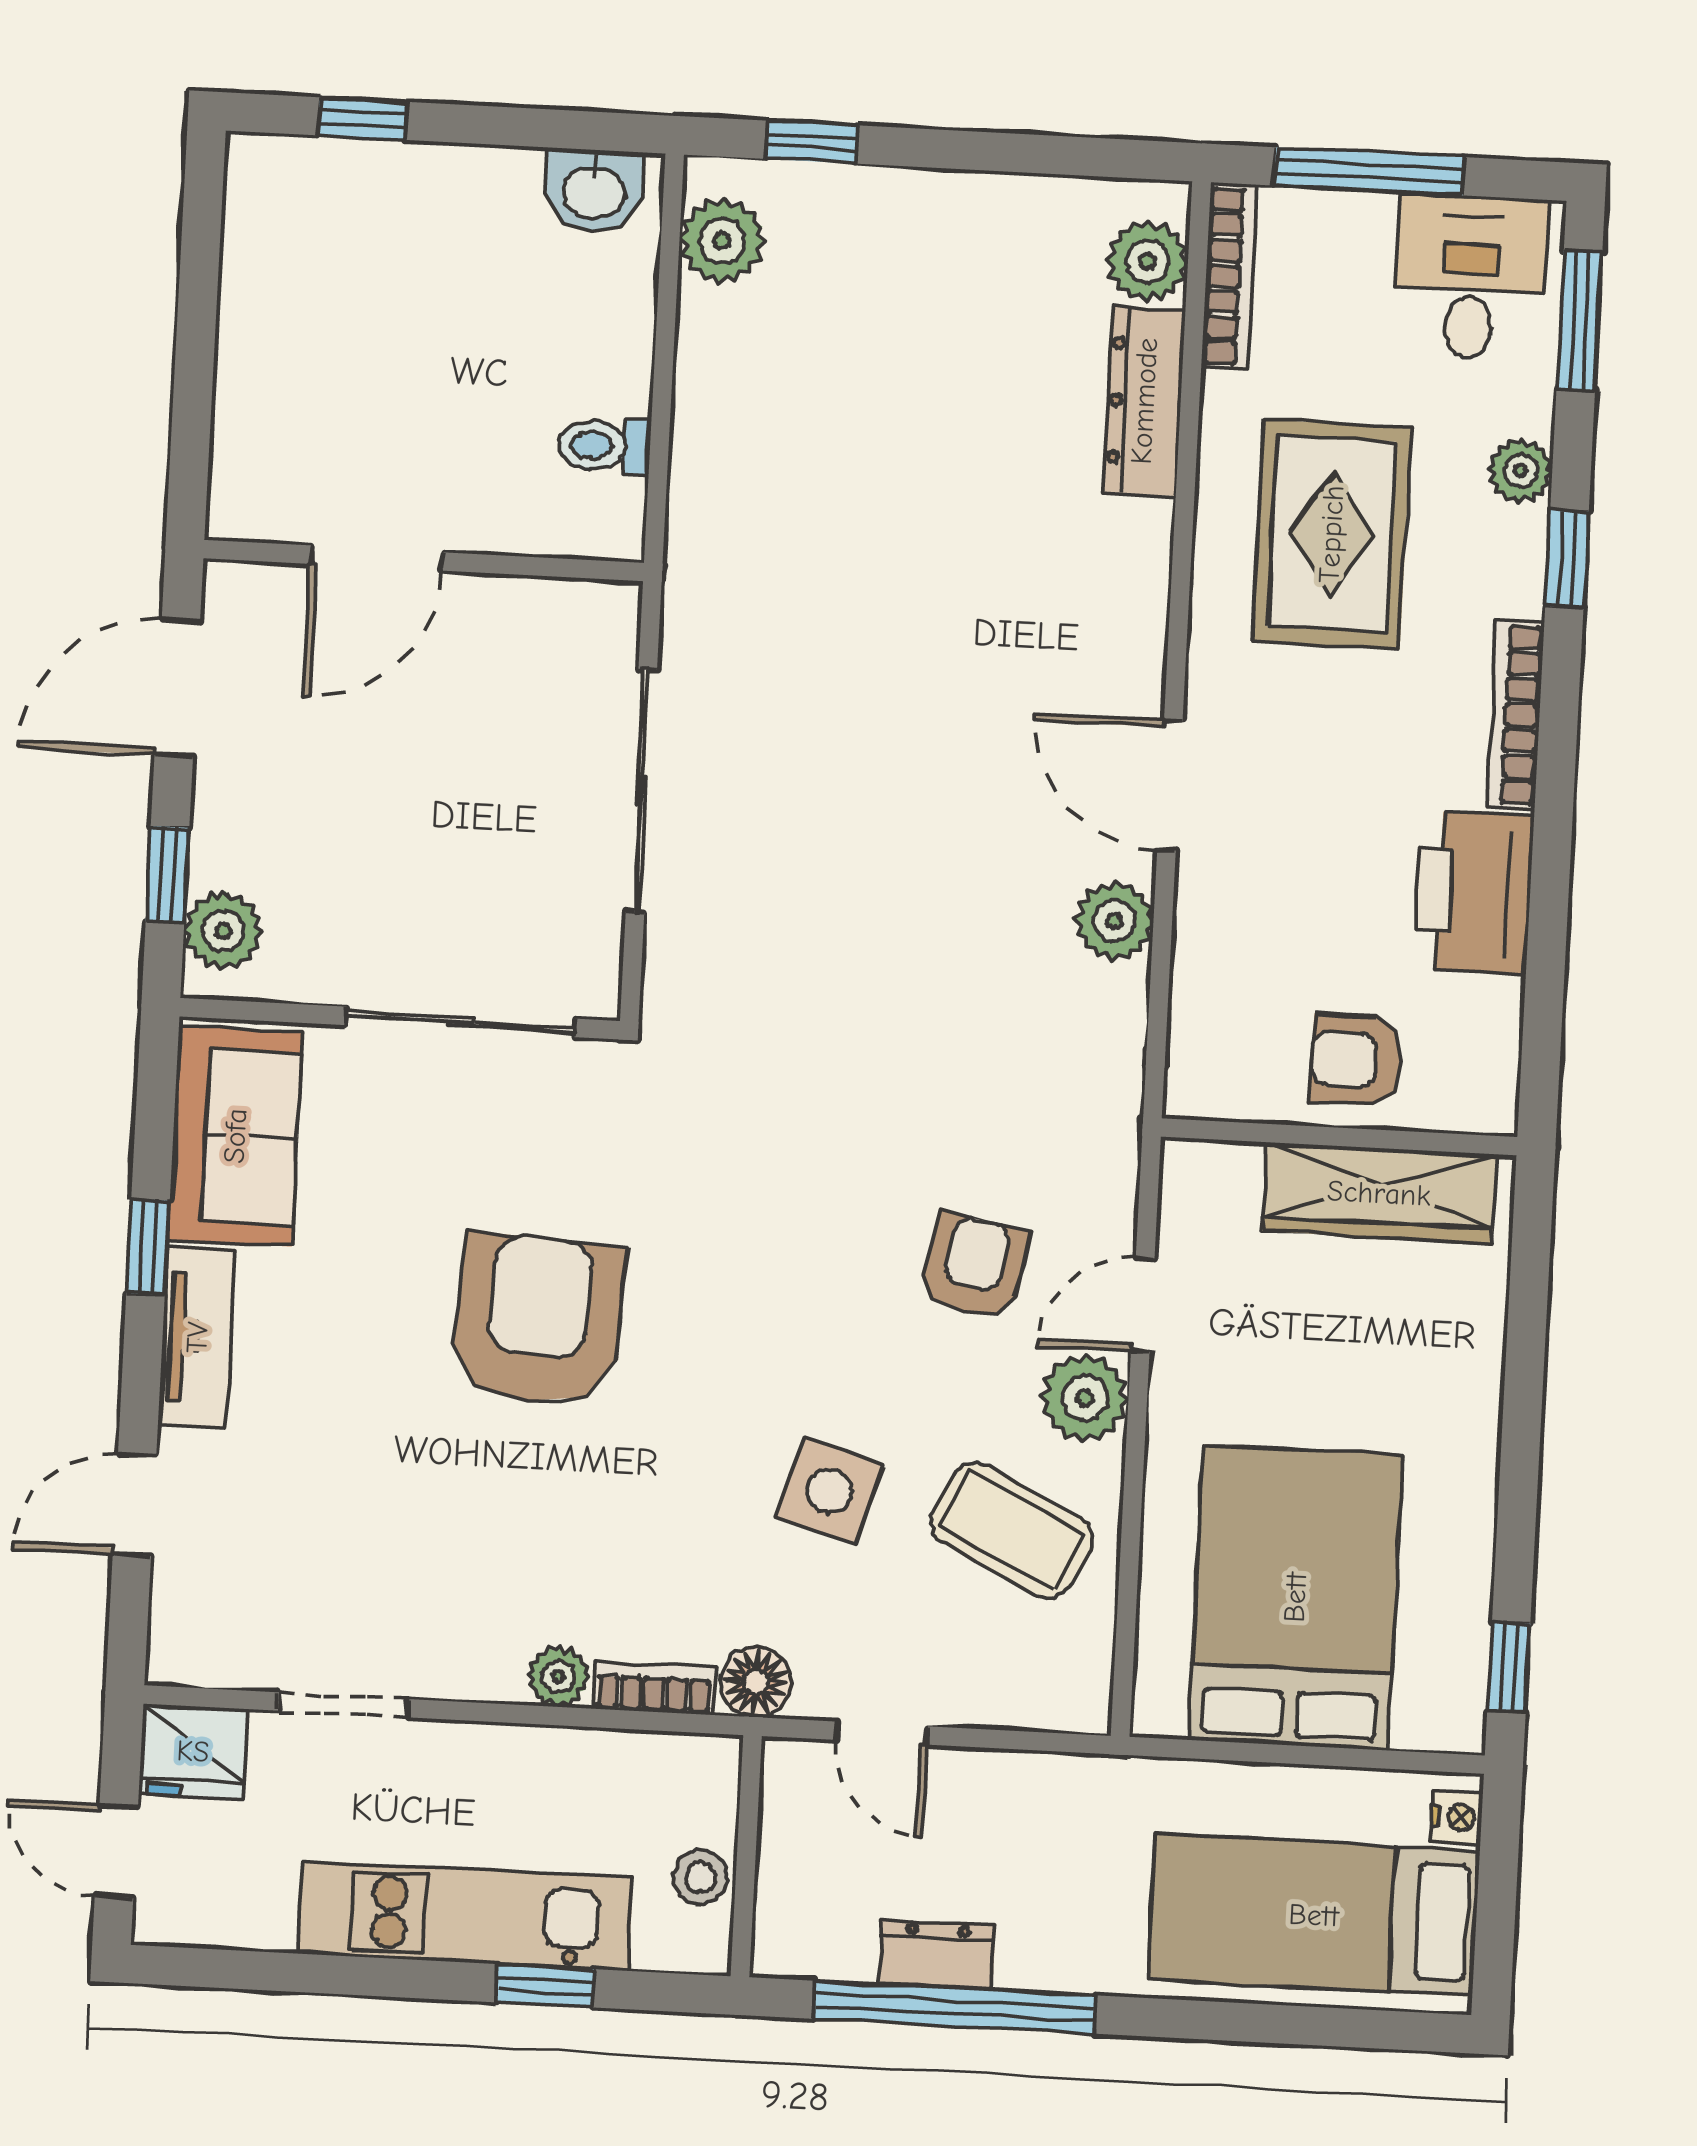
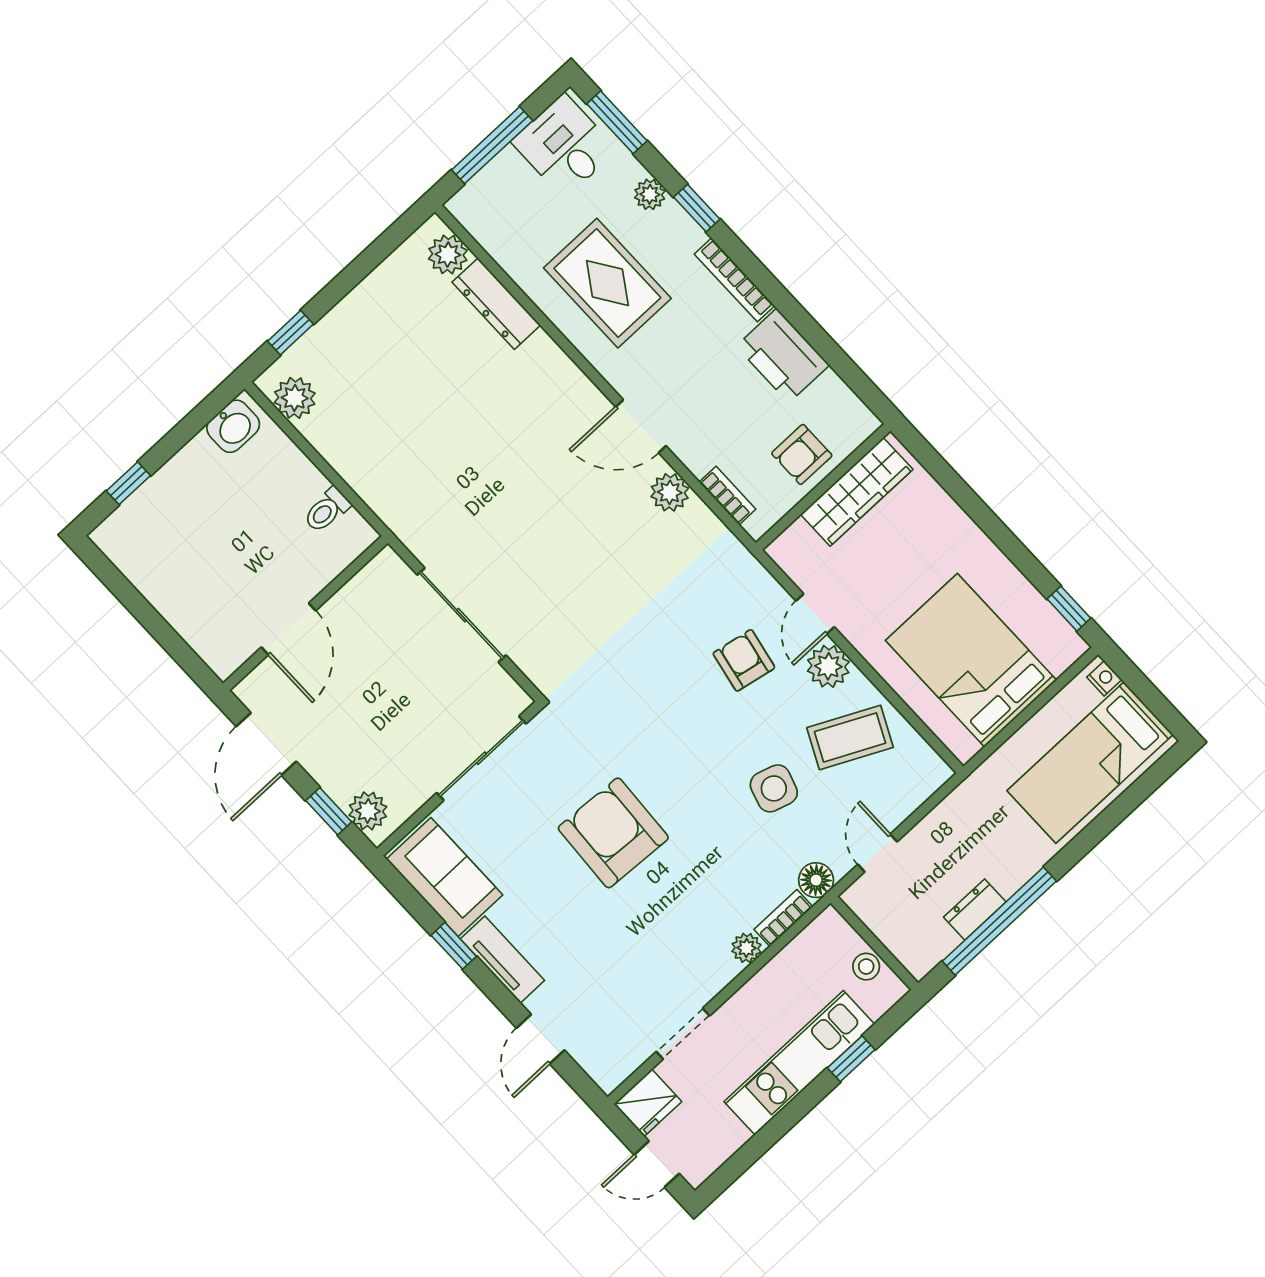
bookcase: (1230, 276) -> (727, 496), moved, width x0.64
door: (882, 1733) -> (877, 853), swing flipped

